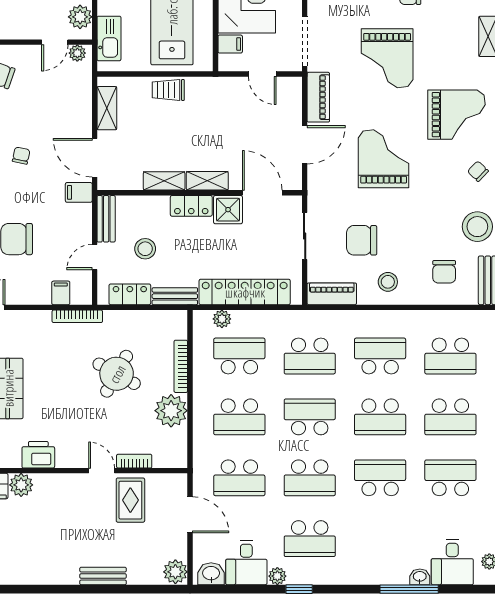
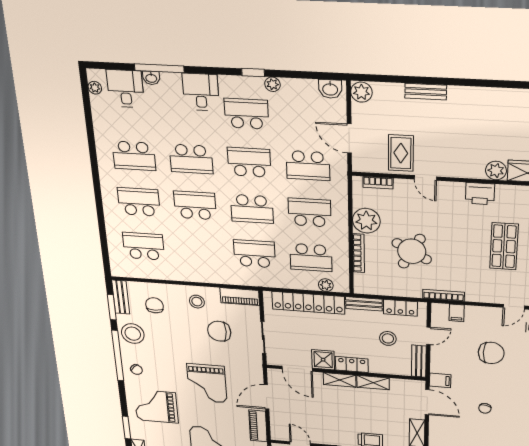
chair: (362, 240) -> (219, 331), turned 180
school desk: (380, 356) -> (199, 250), removed
bookcase: (134, 461) -> (378, 183), moved
school desk: (239, 478) -> (308, 166), turned 180
desk: (246, 563) -> (201, 92), moved

